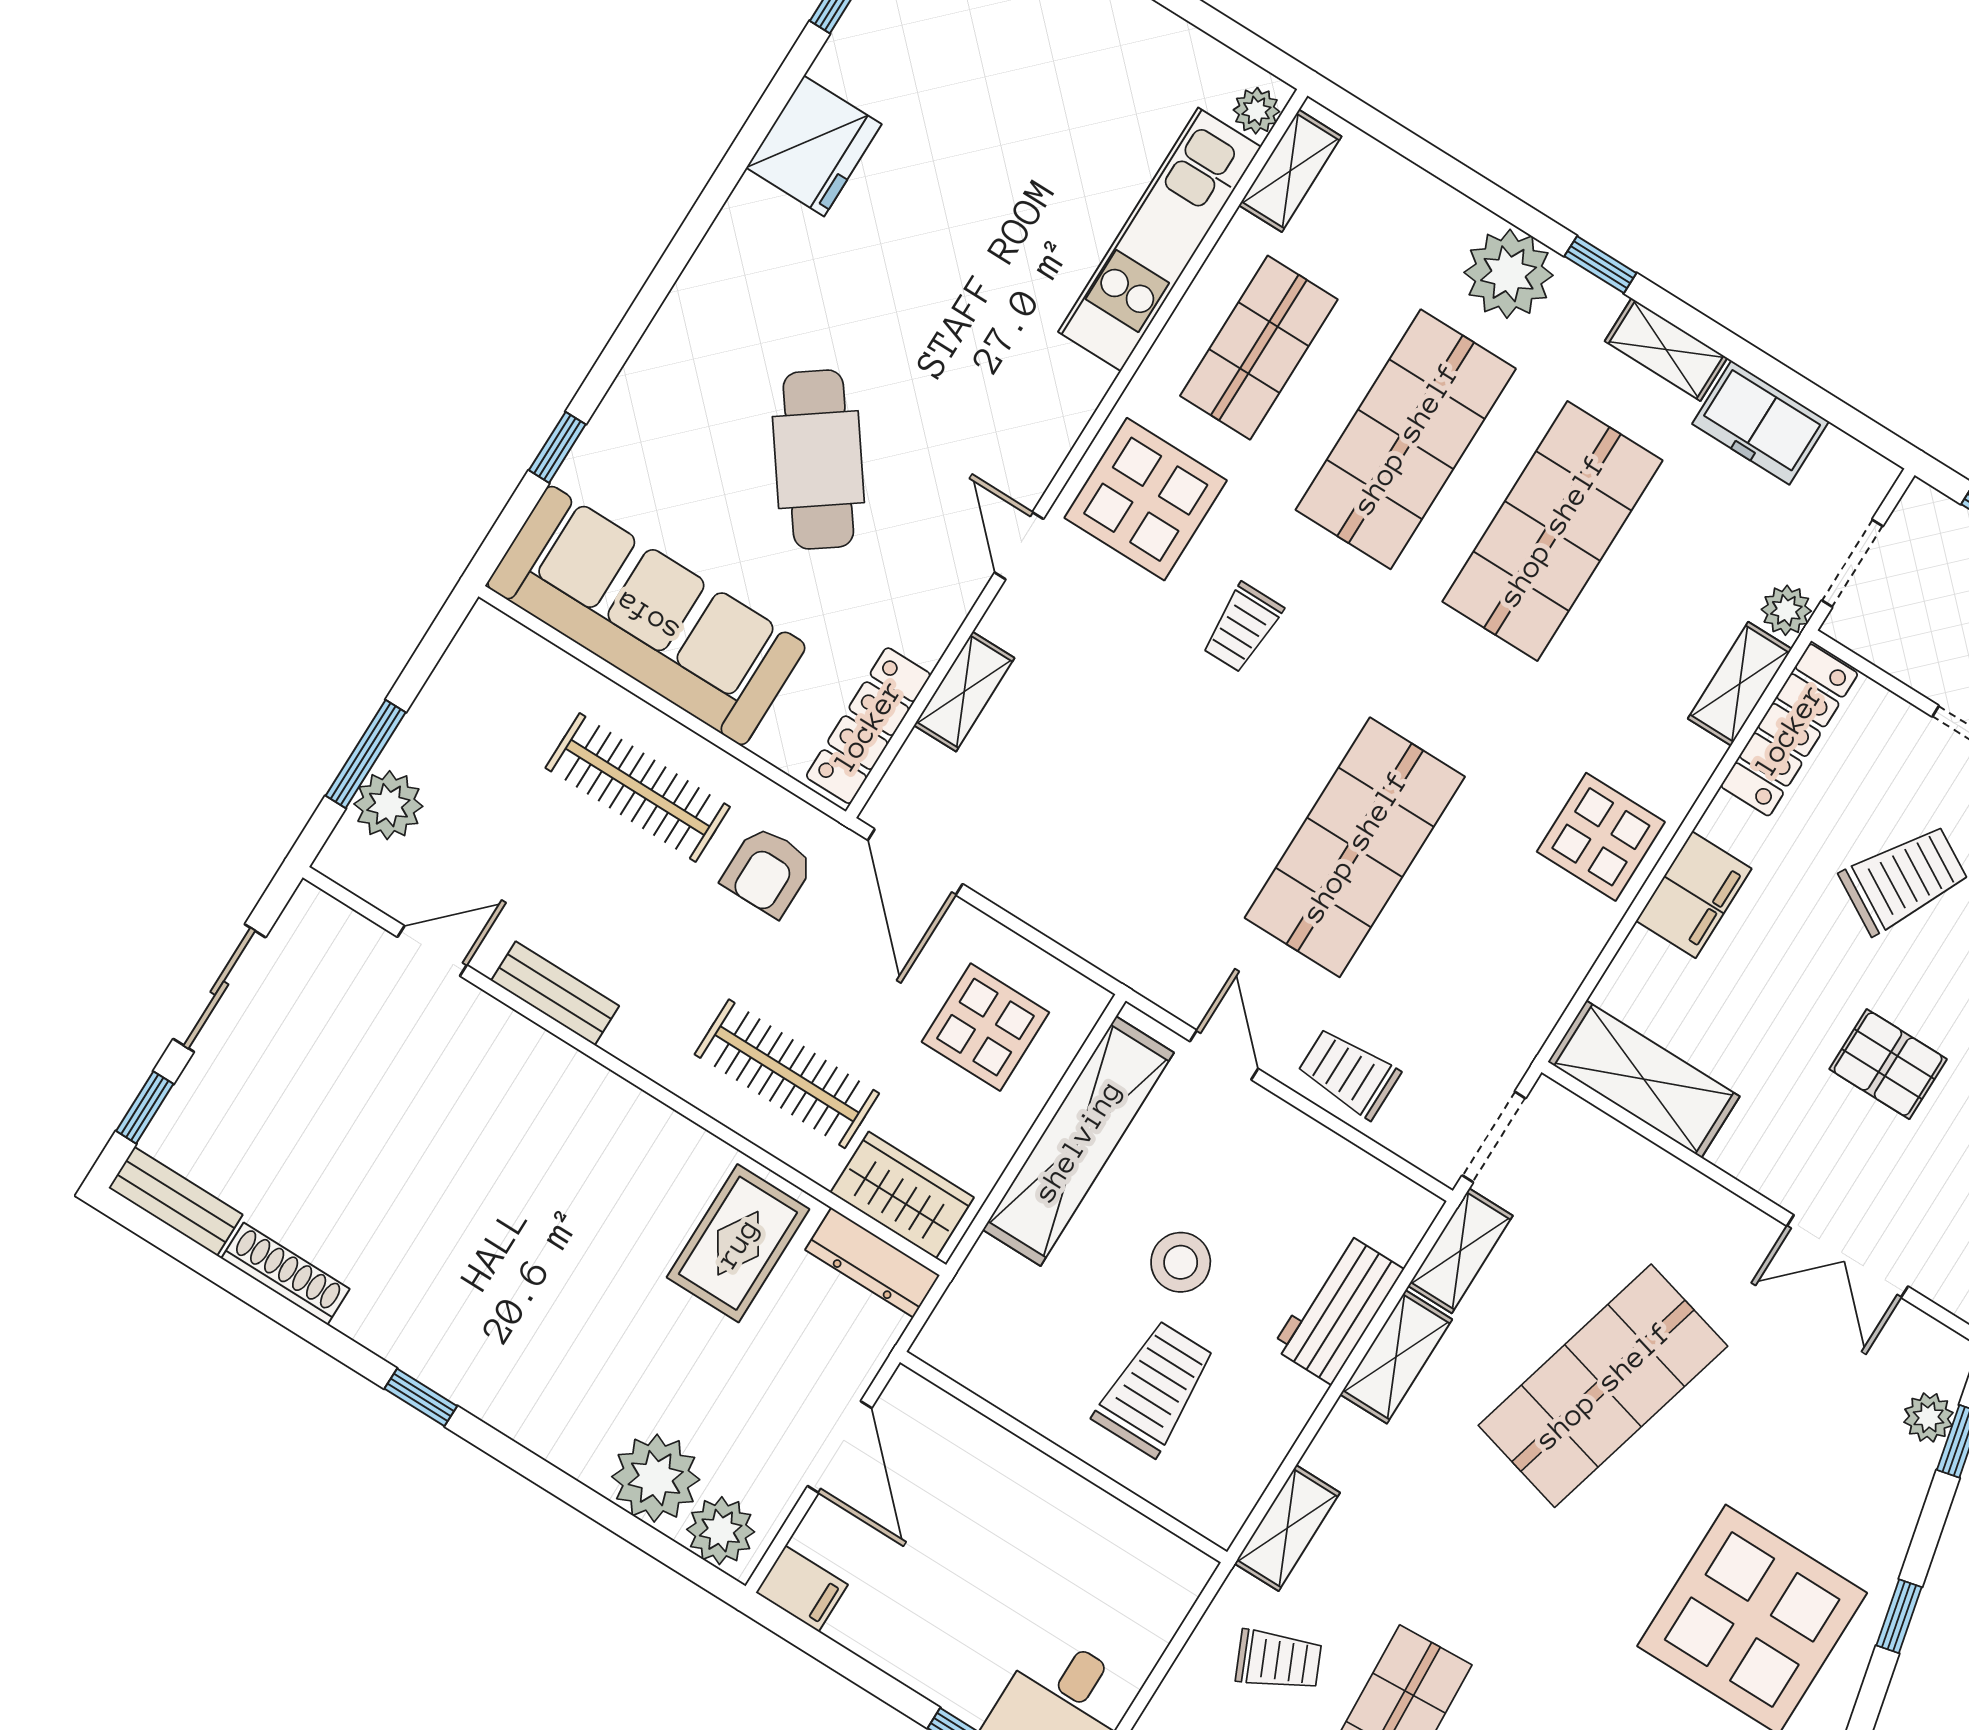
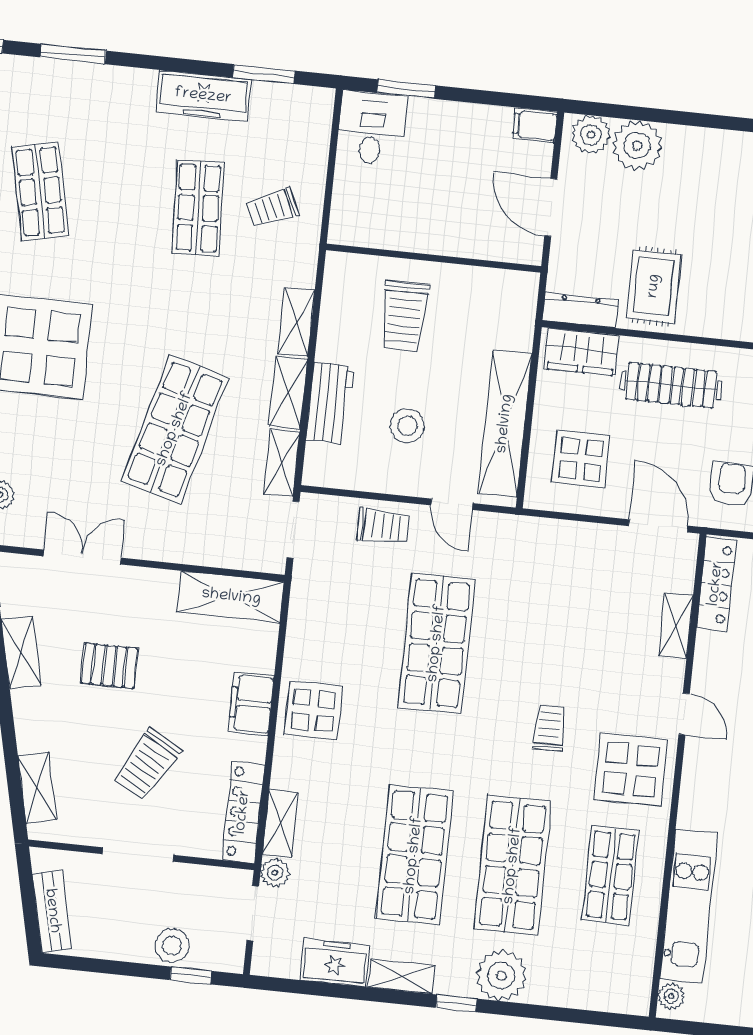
shelving: (1290, 171) -> (639, 974), removed
stool: (1181, 1262) -> (407, 426), moved
shelving: (1287, 1528) -> (296, 322), moved

